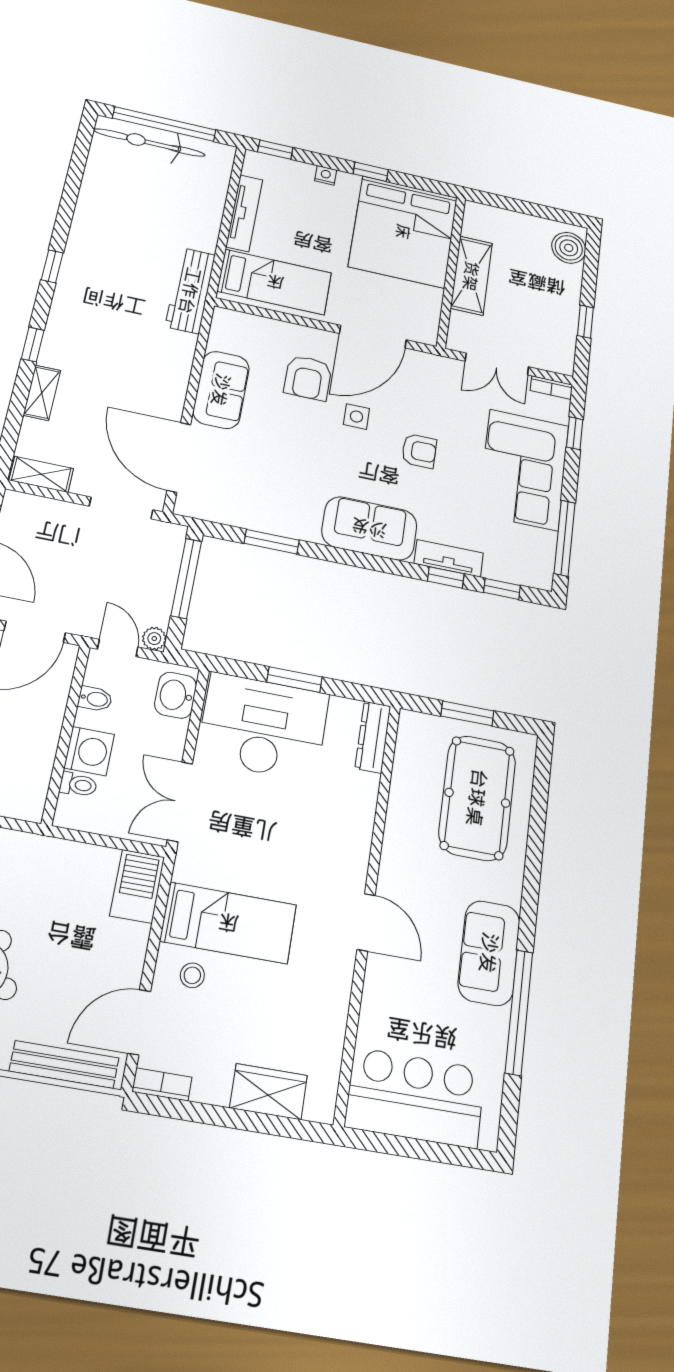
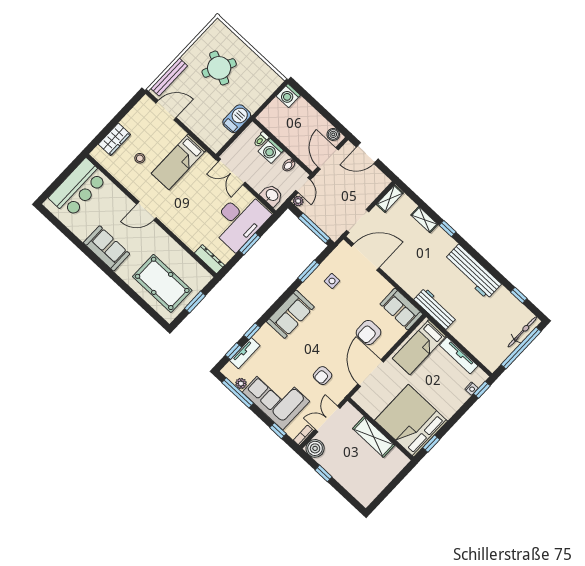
bicycle: (149, 143) -> (522, 332), width x0.73, depth x0.71
window: (371, 172) -> (431, 444), moved
nightstand: (326, 175) -> (472, 389), moved
boiler: (569, 248) -> (315, 448), moved
workbench: (84, 263) -> (473, 272), added
window: (52, 266) -> (519, 295), moved
armchair: (308, 378) -> (368, 333), turned -90
sofa: (221, 390) -> (401, 309), moved
side table: (356, 417) -> (332, 281), moved
armchair: (419, 451) -> (323, 376), moved
plant: (546, 542) -> (241, 384), added
tv unit: (449, 558) -> (245, 353), moved
door: (118, 648) -> (303, 185), hinge flipped
double door: (180, 802) -> (232, 172), swing flipped
barbecue: (137, 886) -> (237, 119), moved, turned -90
stool: (192, 975) -> (140, 158), moved
window: (519, 1012) -> (80, 245), removed
door: (139, 1022) -> (166, 110), hinge flipped
bookcase: (162, 1084) -> (141, 105), removed

